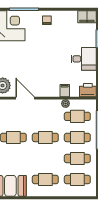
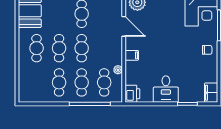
filing cabinet: (65, 91) -> (132, 55), moved
door: (25, 98) -> (124, 26), hinge flipped
cafe table: (77, 180) -> (59, 48), moved

